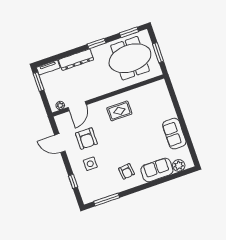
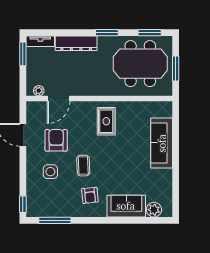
rug: (119, 111) -> (106, 121), turned 90
sofa: (174, 134) -> (162, 143), moved, width x1.36
armchair: (86, 139) -> (56, 140), turned 180
coffee table: (114, 151) -> (83, 166), added
window: (73, 181) -> (23, 204), moved

